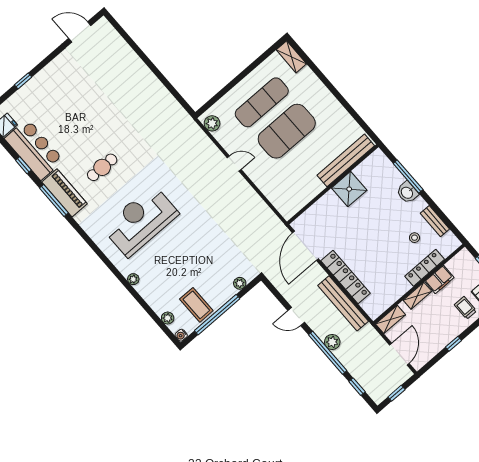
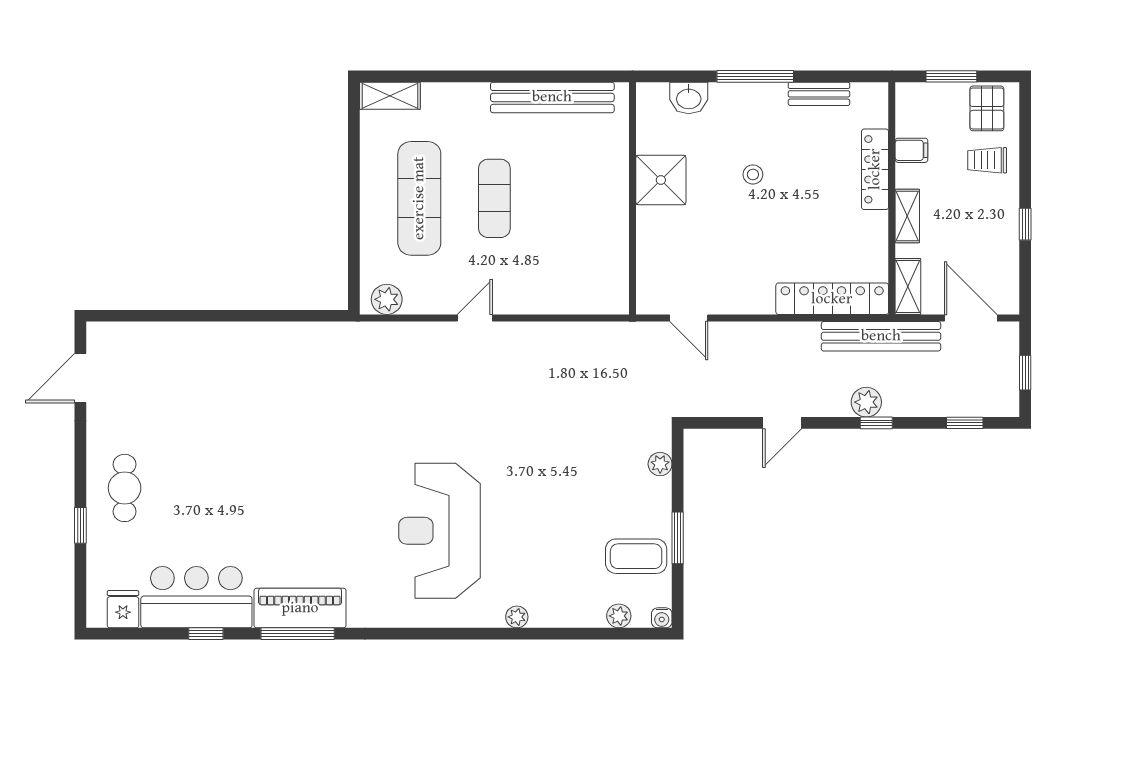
exercise mat: (287, 131) -> (494, 198), width x0.50, depth x0.69
bench: (346, 160) -> (552, 97), moved, turned 90
cafe table: (102, 167) -> (125, 488), moved
window: (408, 177) -> (755, 76), moved
washbasin: (407, 192) -> (689, 98), moved
stool: (415, 238) -> (753, 174), moved
door: (305, 246) -> (689, 318), width x0.53
locker: (345, 277) -> (832, 299), moved
filing cabinet: (439, 280) -> (911, 150), width x0.50
bench: (343, 303) -> (881, 336), moved
window: (217, 315) -> (678, 538), width x0.47
window: (328, 353) -> (876, 423), width x0.32

